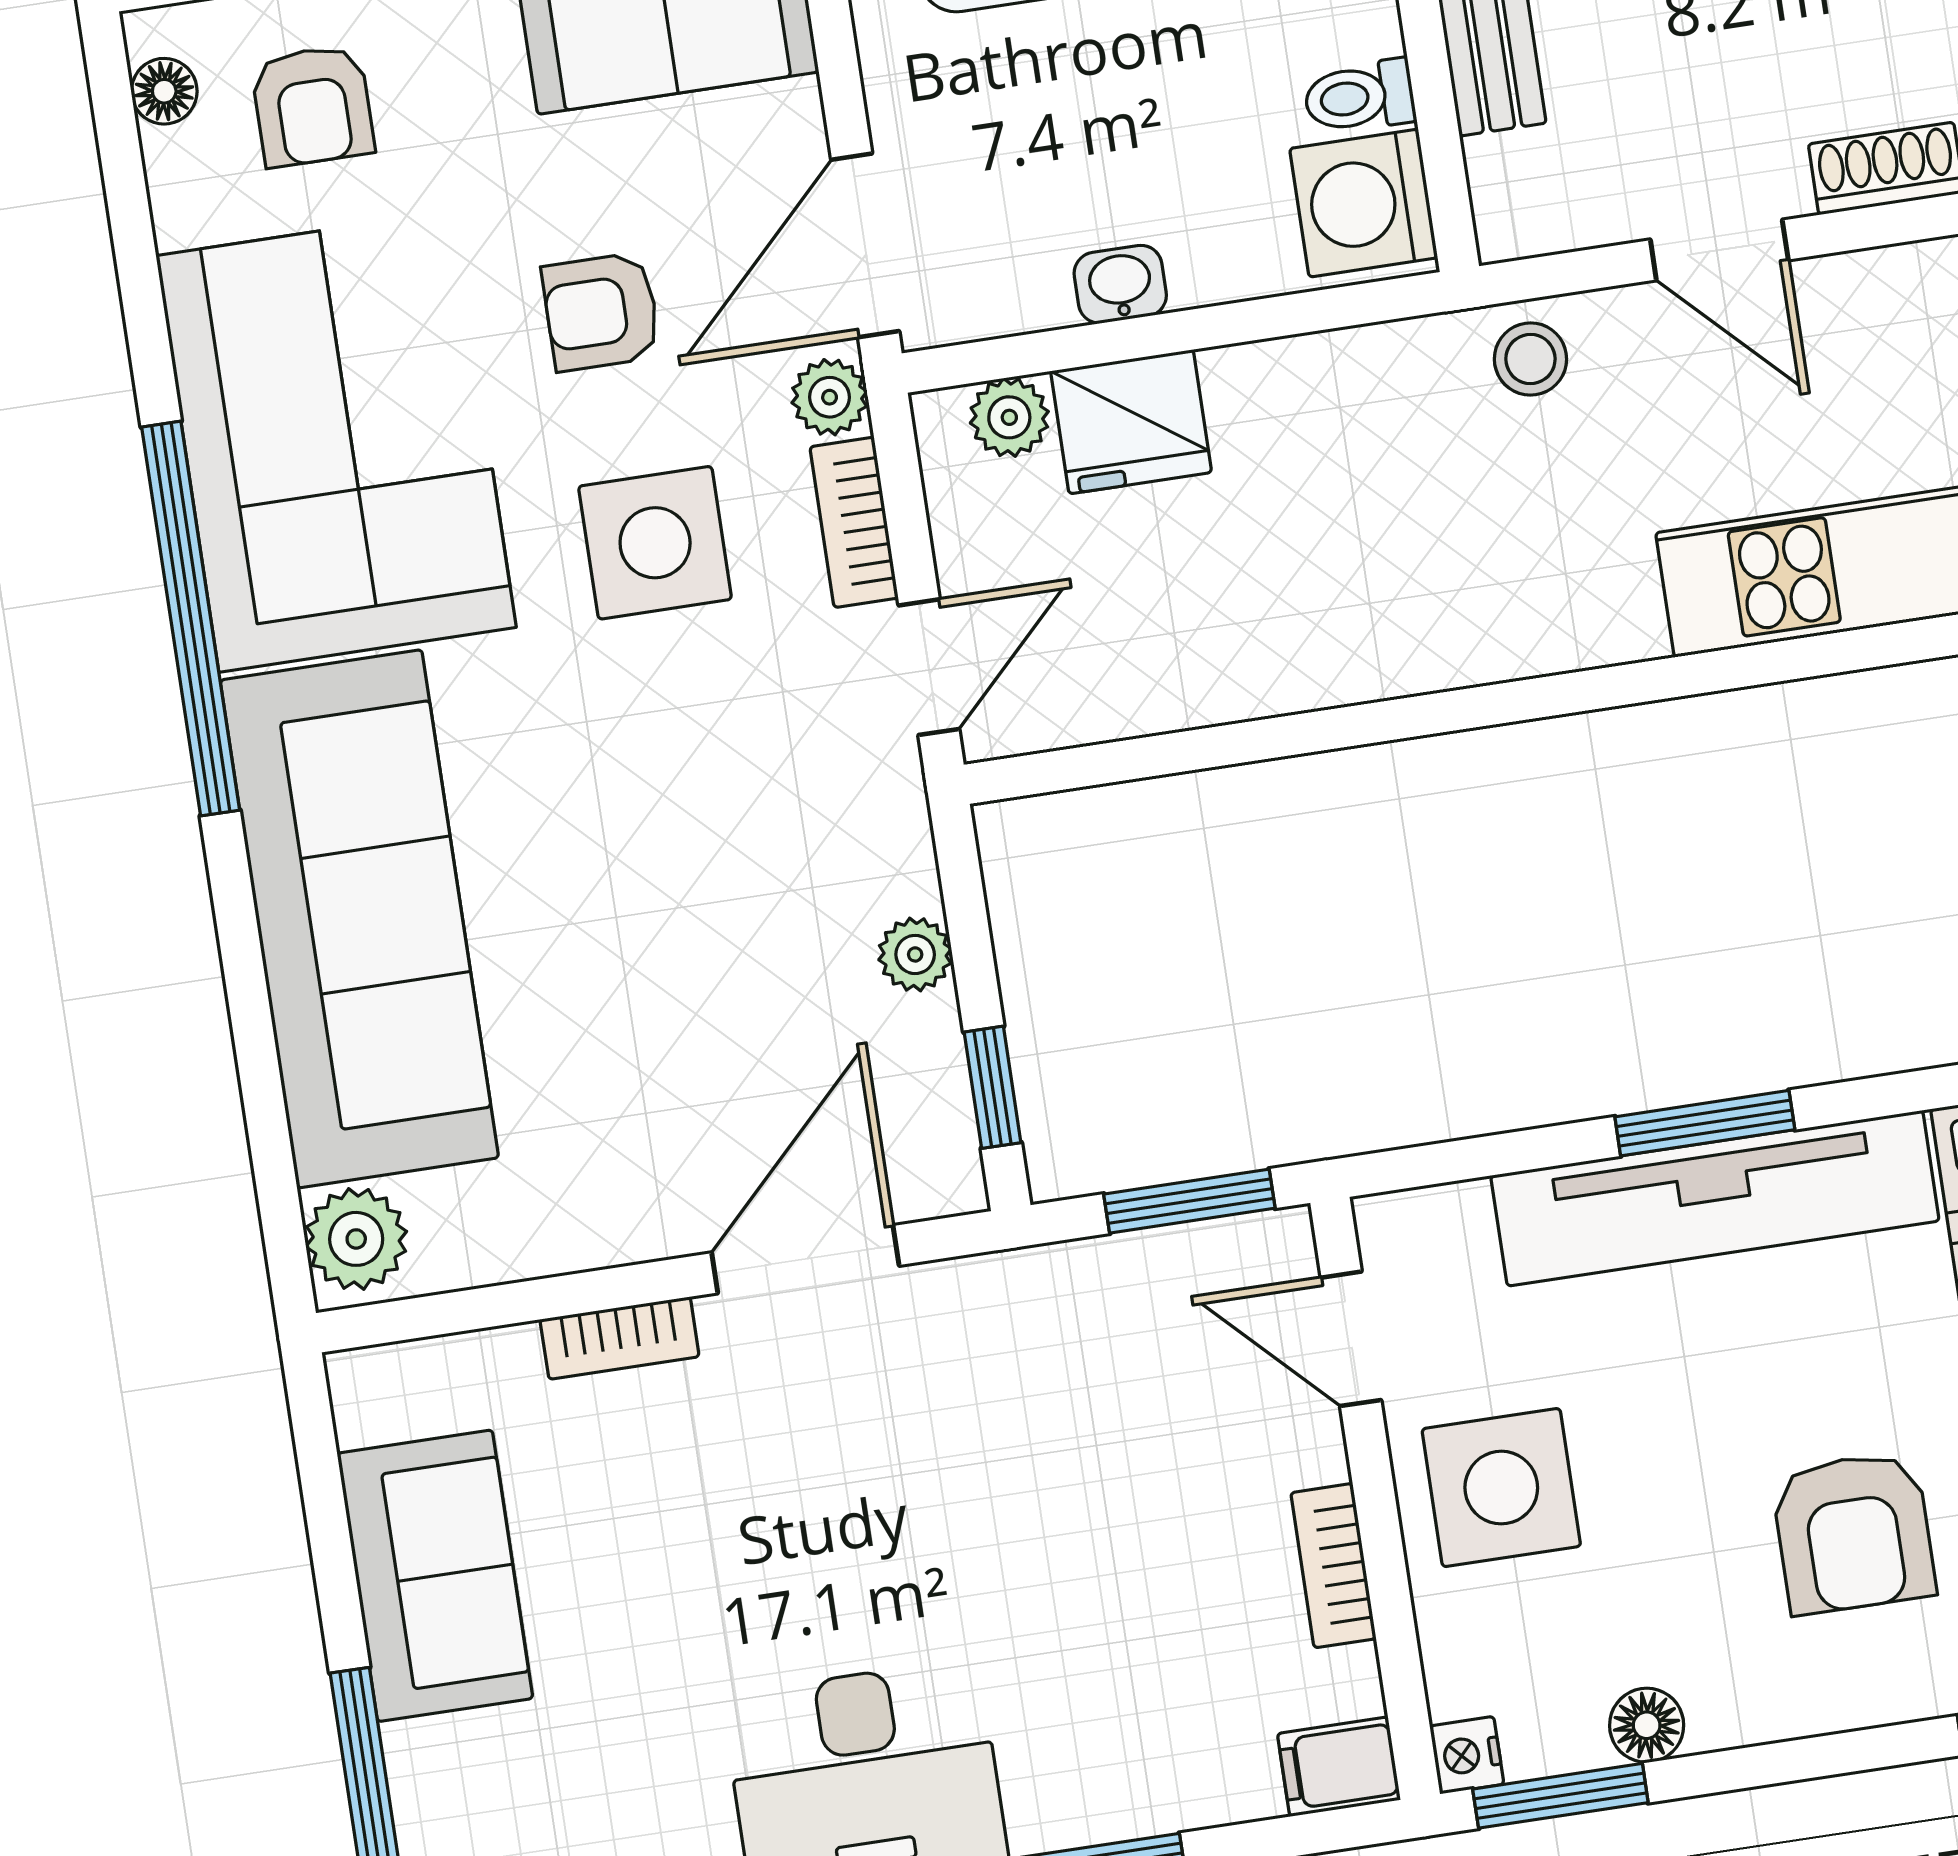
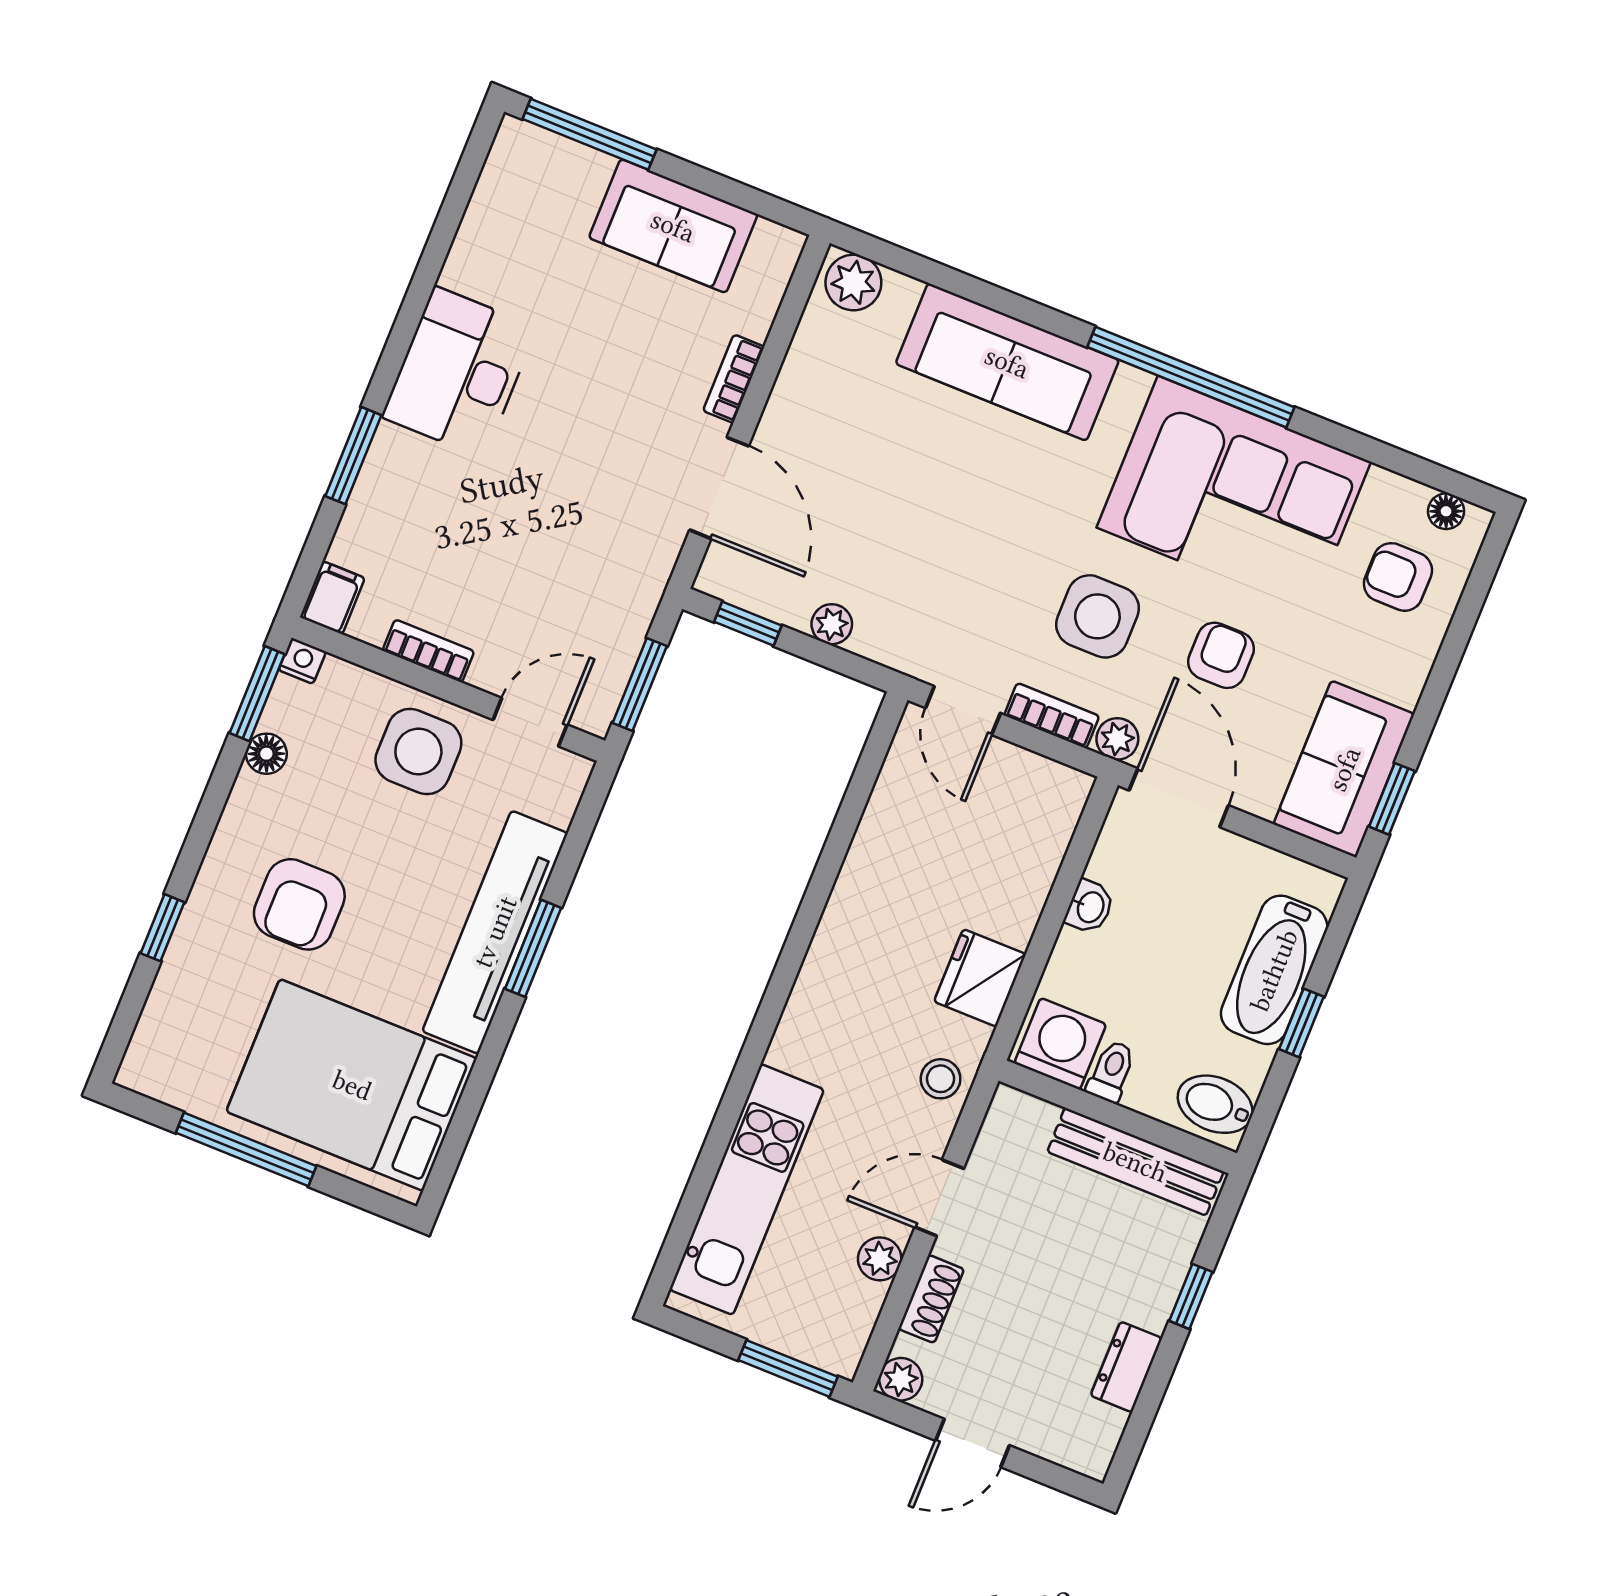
plant: (1009, 417) -> (880, 1259), moved
fridge: (1131, 422) -> (980, 978), moved
sofa: (359, 919) -> (1007, 362), width x0.74, depth x0.79
armchair: (1853, 1533) -> (299, 904), turned -90

